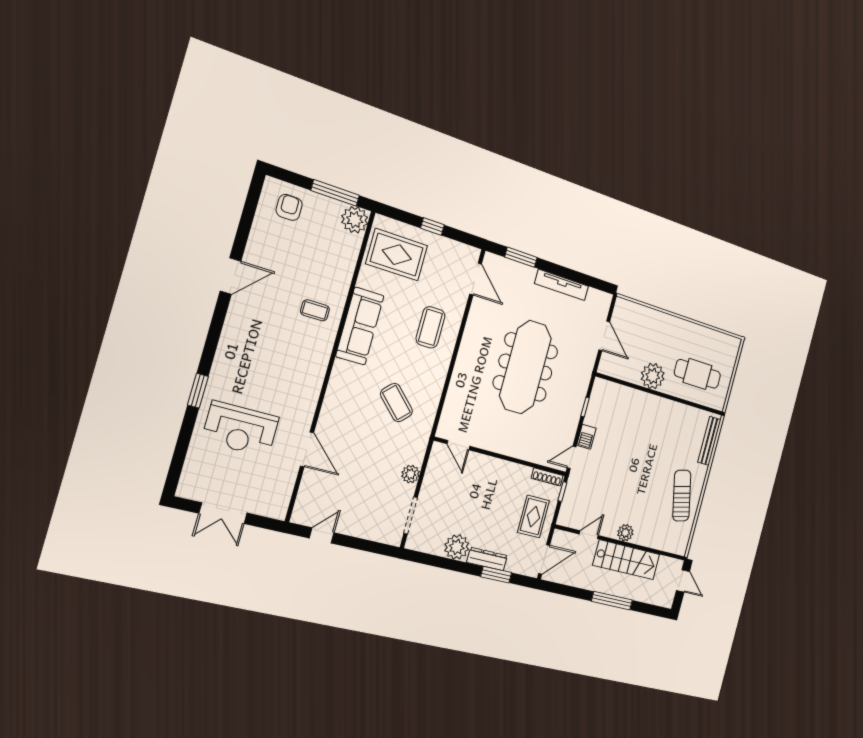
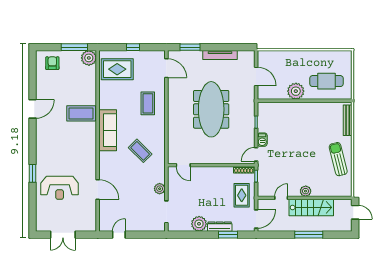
coffee table: (315, 310) -> (81, 113), width x1.86, depth x1.72
sofa: (360, 326) -> (108, 130), moved

